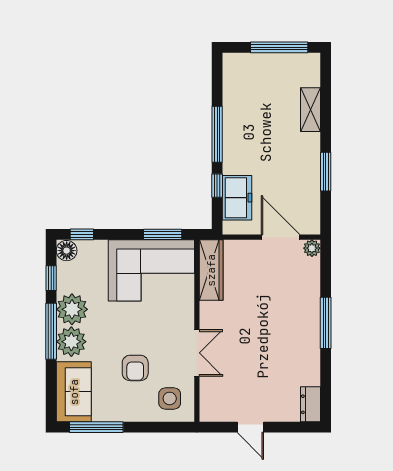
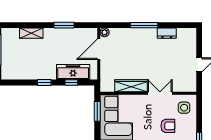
window: (217, 134) -> (44, 83), width x0.46
freezer: (237, 198) -> (73, 72), width x1.40
wardrobe: (211, 270) -> (131, 86), moved
dresser: (311, 404) -> (167, 33), moved

